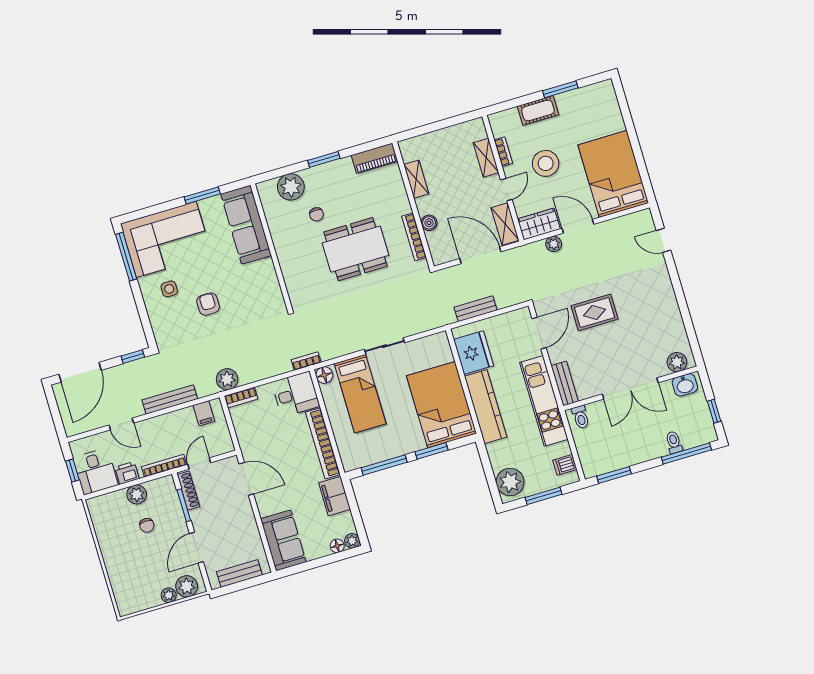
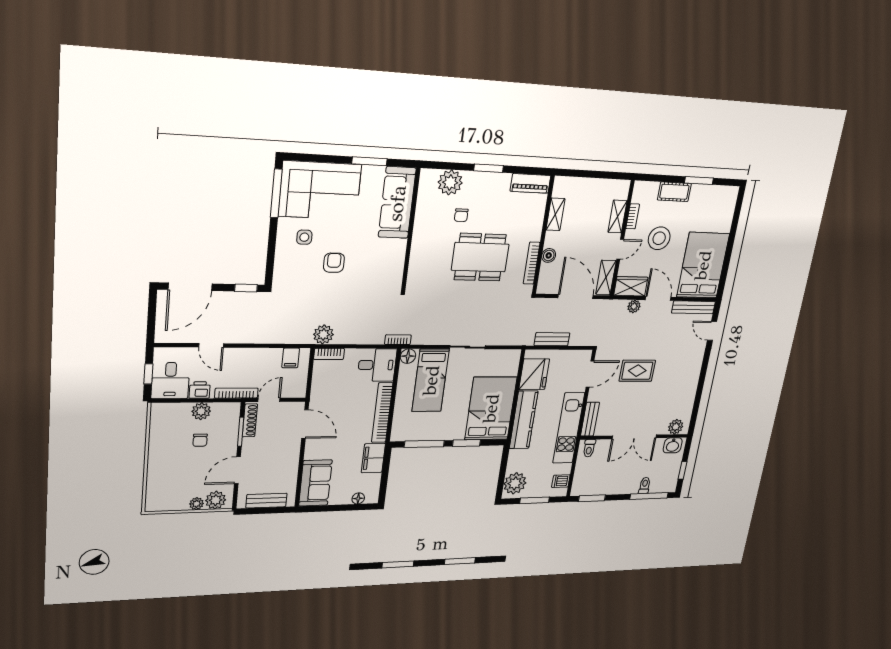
bench: (170, 400) -> (693, 307), moved
plant: (352, 541) -> (372, 497), removed

